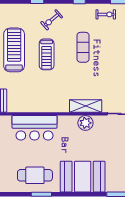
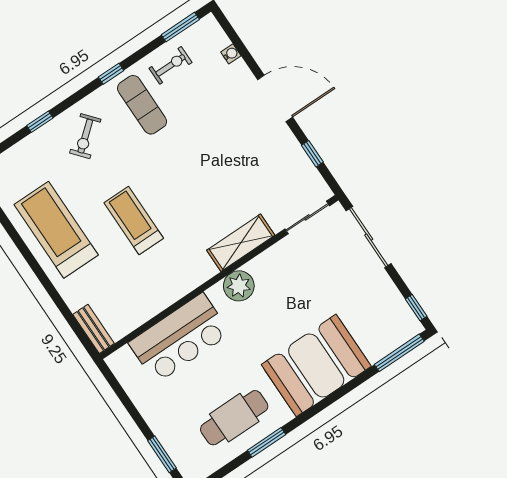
exercise mat: (83, 47) -> (142, 105), moved
treadmill: (47, 54) -> (134, 221), moved, turned 180
plant: (85, 123) -> (239, 286), moved

